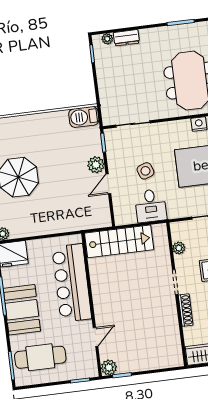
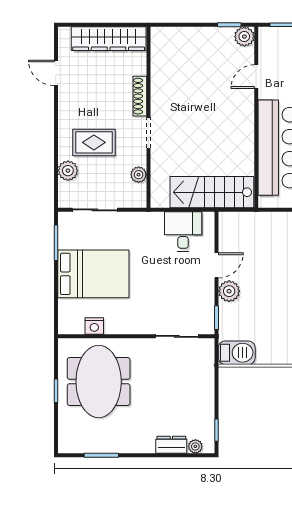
side table: (145, 171) -> (168, 276), removed
desk: (151, 206) -> (183, 232), moved

